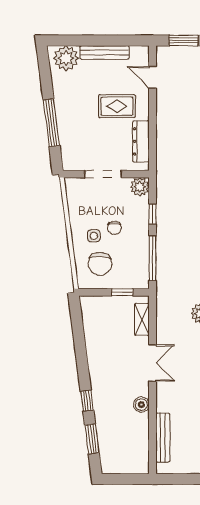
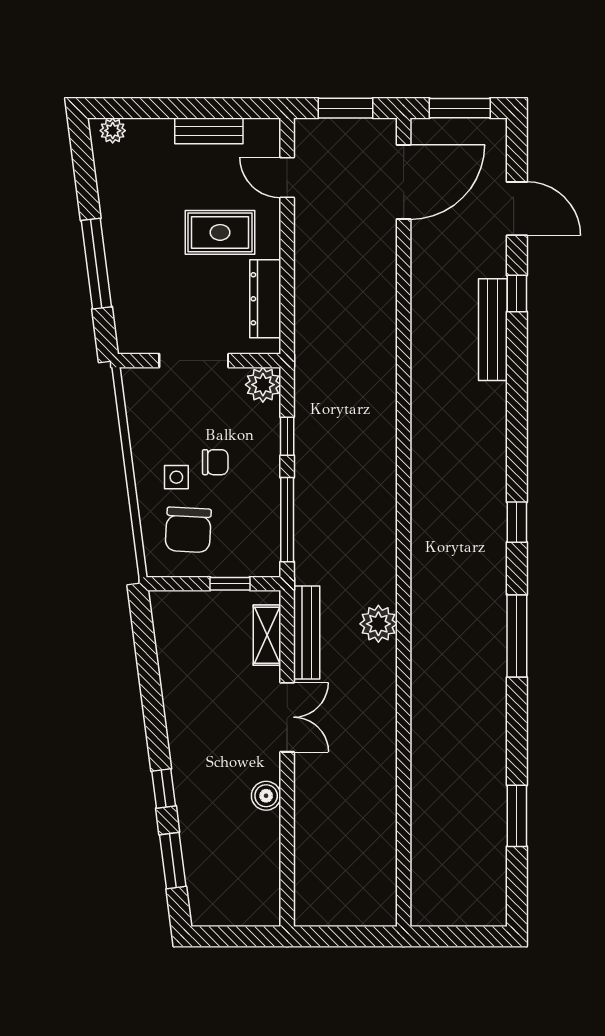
bench: (104, 52) -> (209, 131), width x0.73
plant: (66, 58) -> (113, 131), width x0.53, depth x0.53
chair: (114, 228) -> (215, 462), turned -90
bench: (163, 438) -> (307, 632), moved

